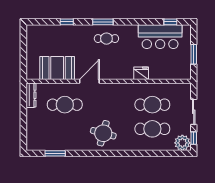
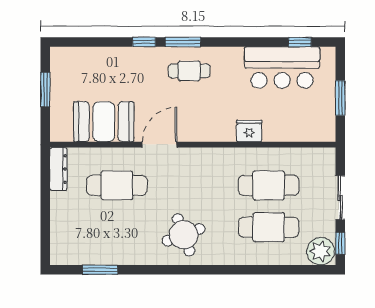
window: (67, 22) -> (144, 42), moved
window: (23, 49) -> (45, 89), added
round table: (103, 133) -> (184, 235), turned -35

